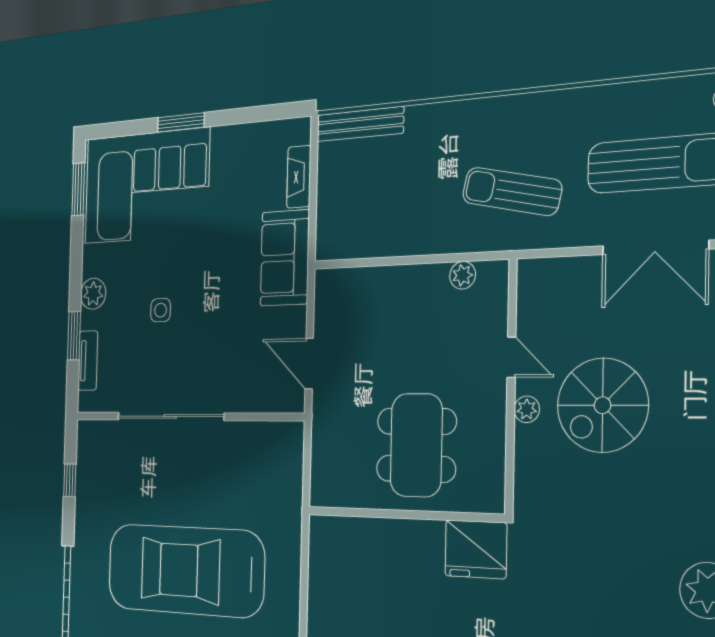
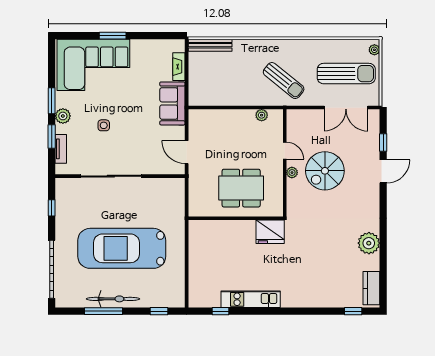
window: (78, 189) -> (52, 101), moved
sun lounger: (512, 191) -> (284, 81), turned -153
dining table: (416, 445) -> (241, 188), turned 90

